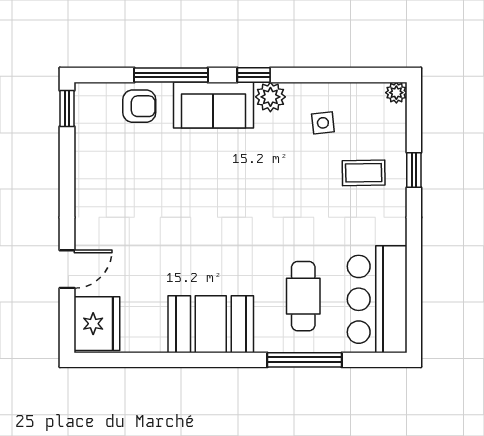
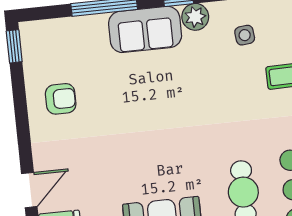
armchair: (139, 106) -> (61, 99), moved

